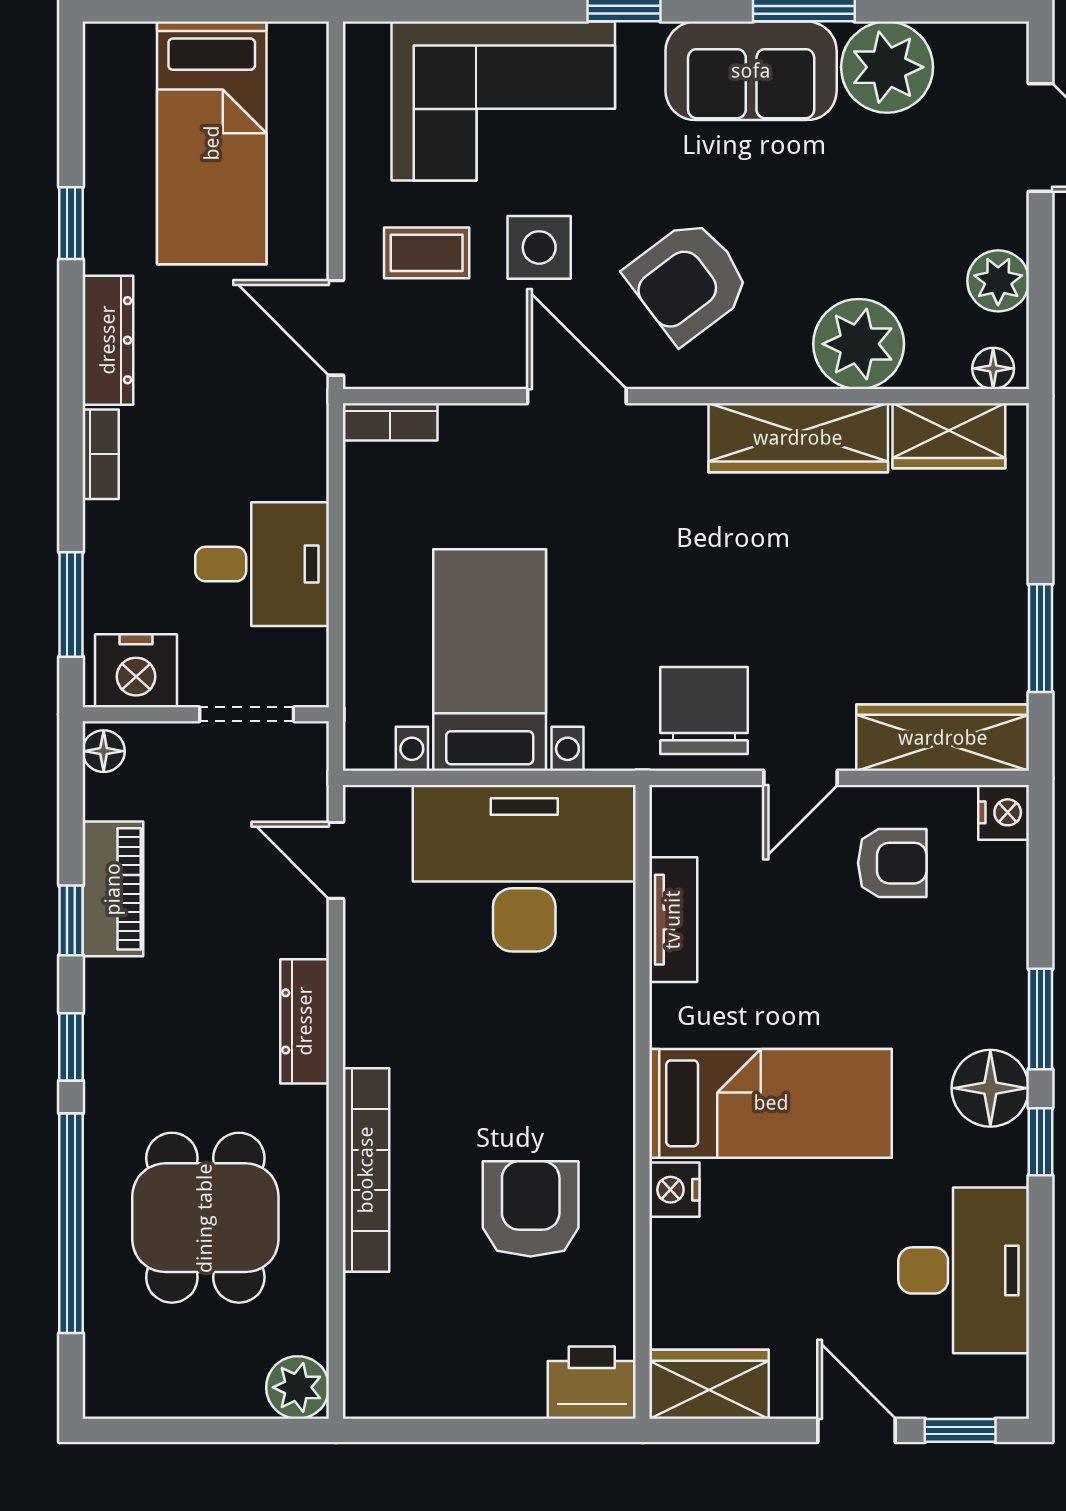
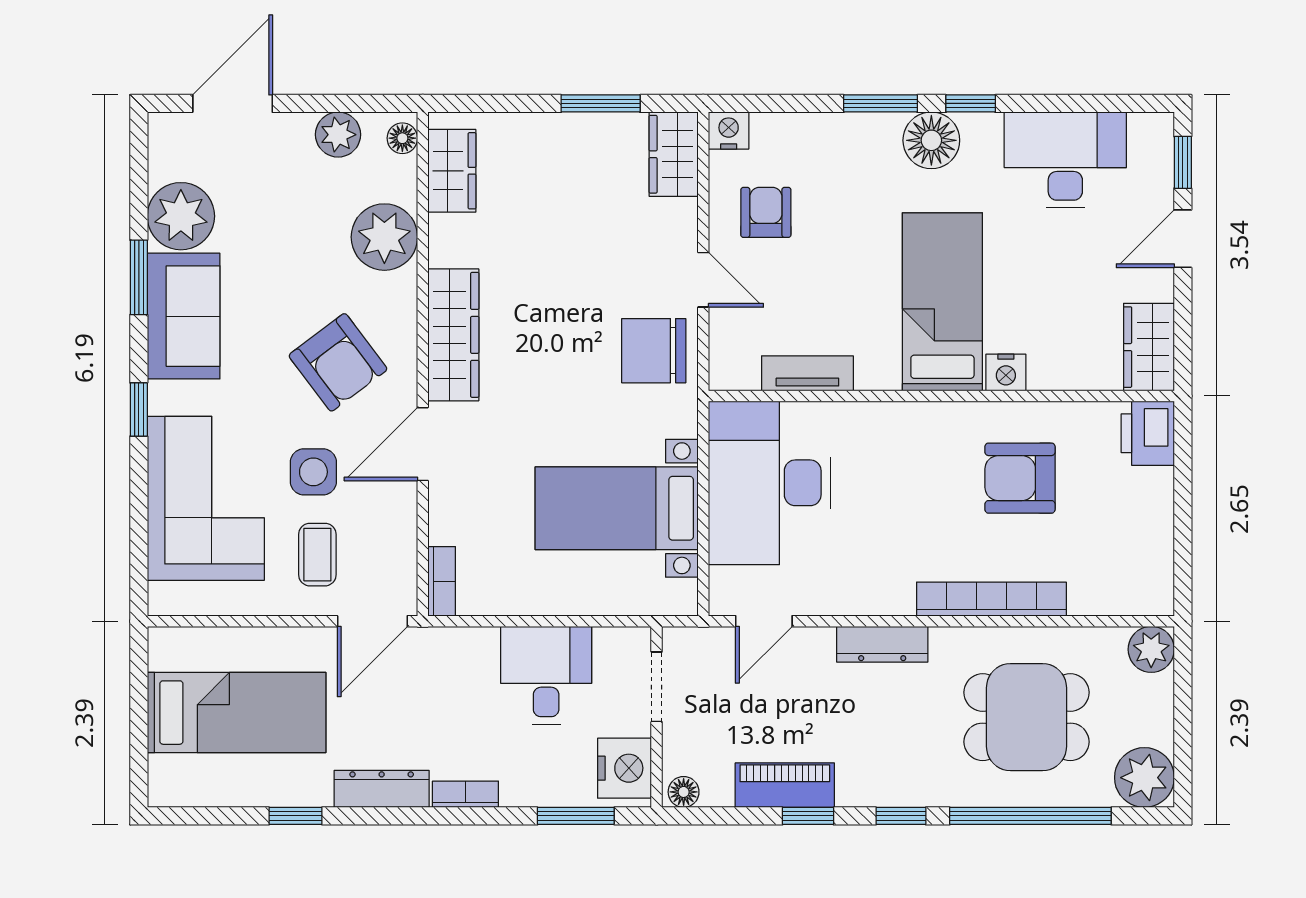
wardrobe: (798, 438) -> (453, 335), moved
wardrobe: (943, 738) -> (674, 154), width x0.67
plant: (123, 1378) -> (1144, 778), added

